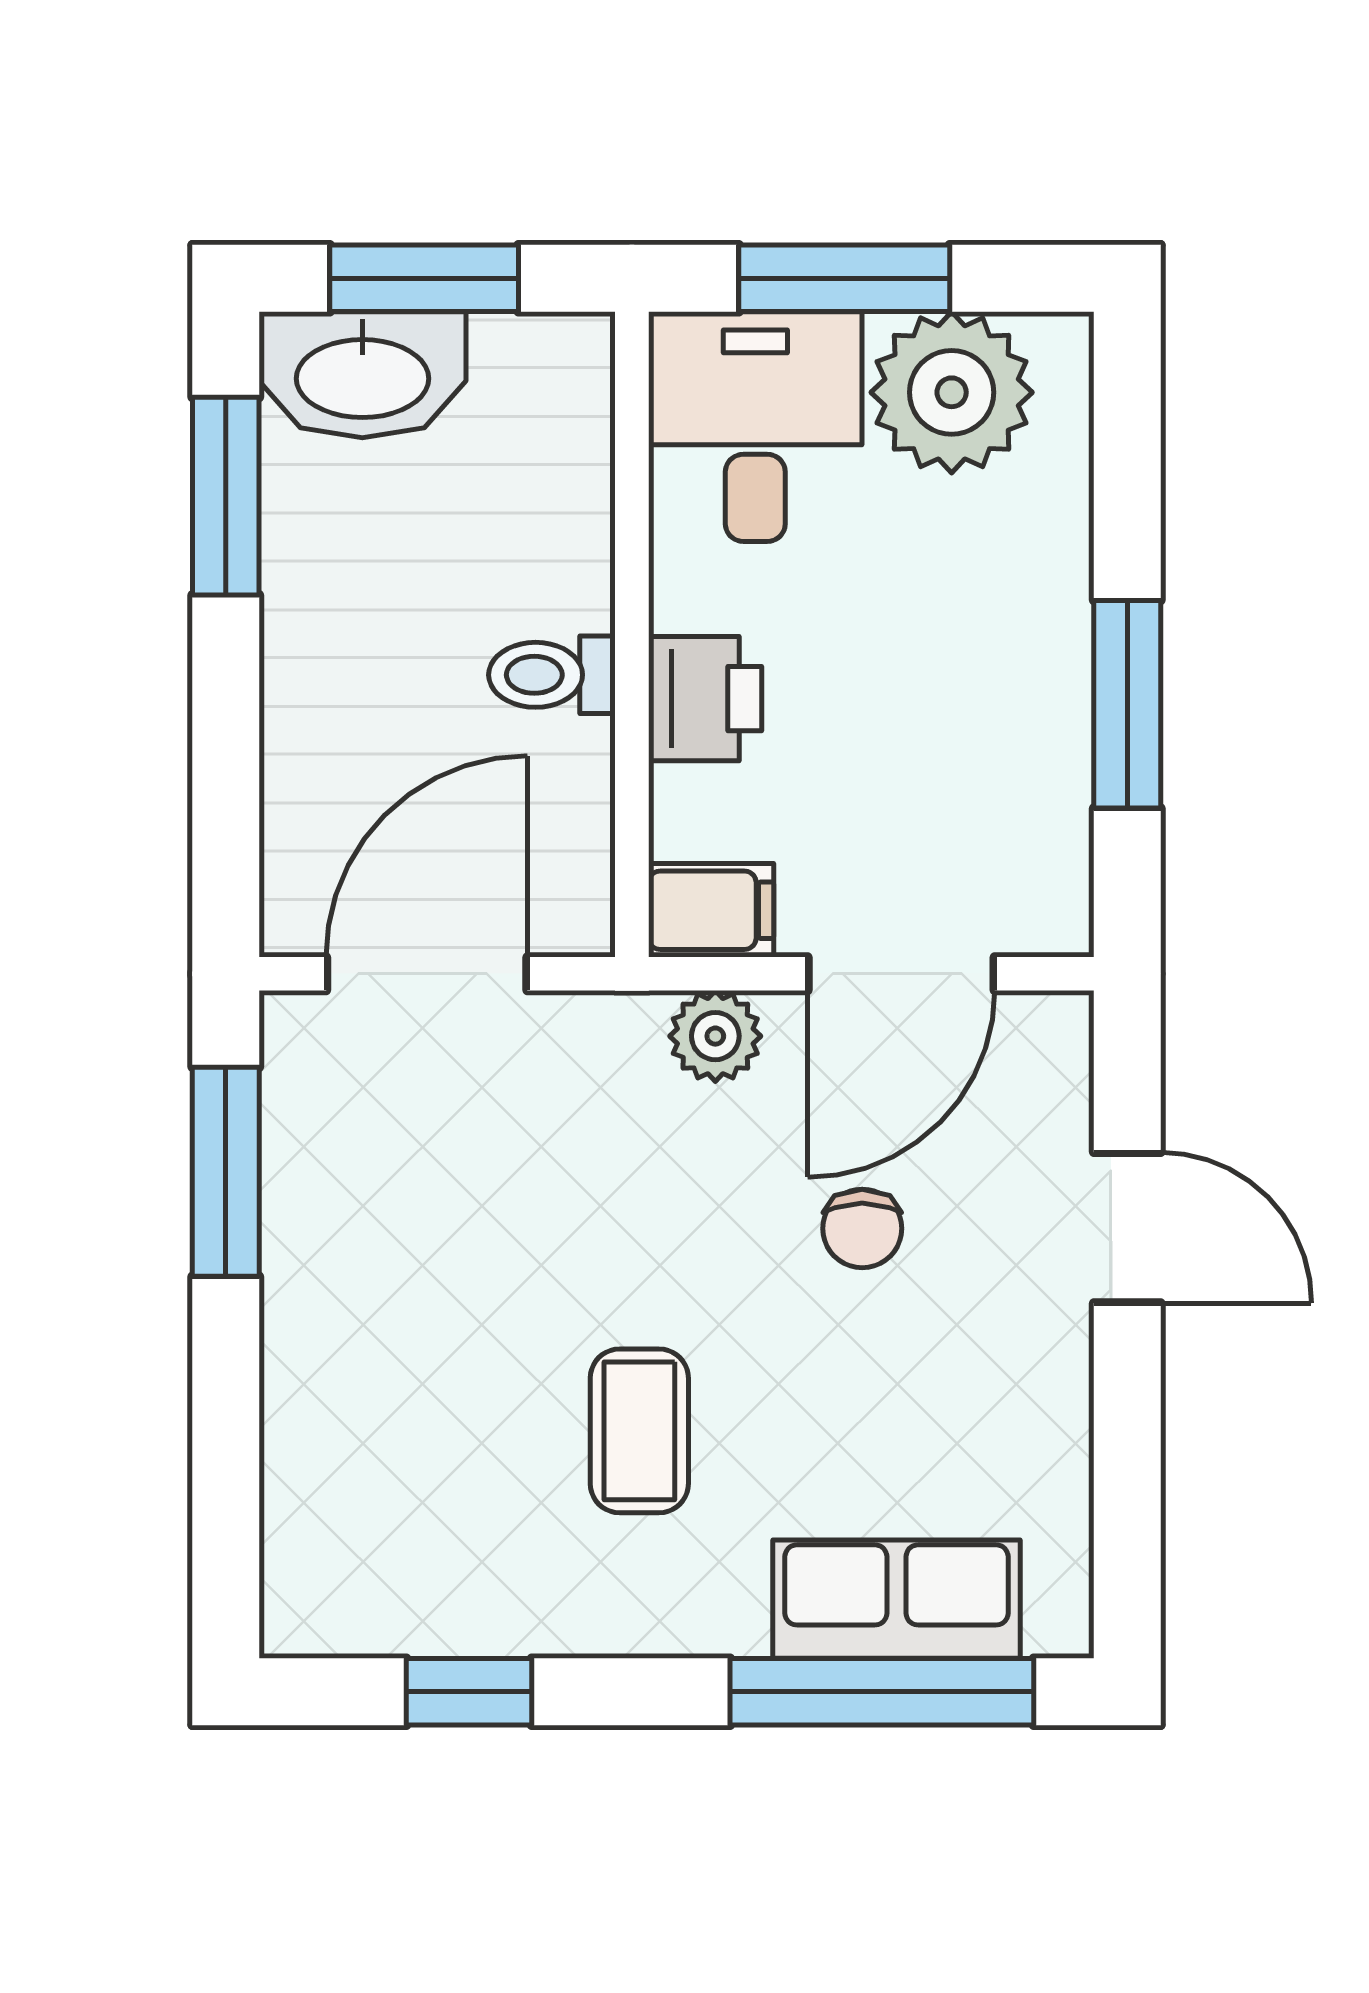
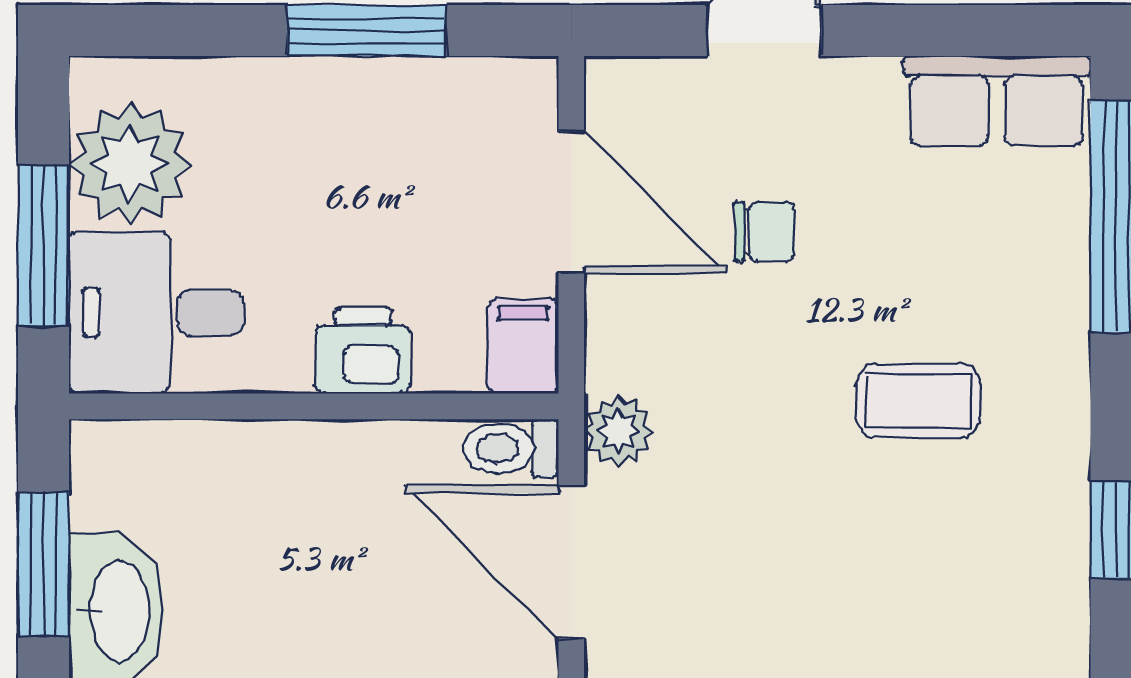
toilet: (552, 675) -> (511, 448), moved, turned 90
plant: (715, 1036) -> (619, 431), moved
row of seats: (896, 1599) -> (997, 101), moved, turned -90

